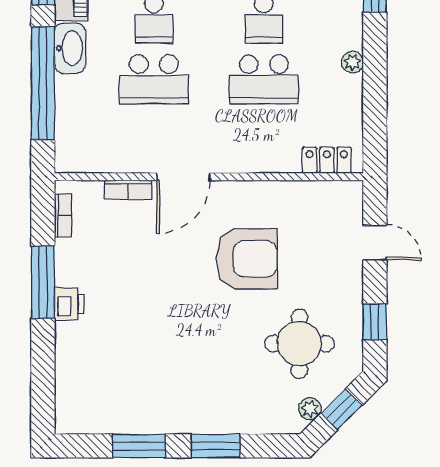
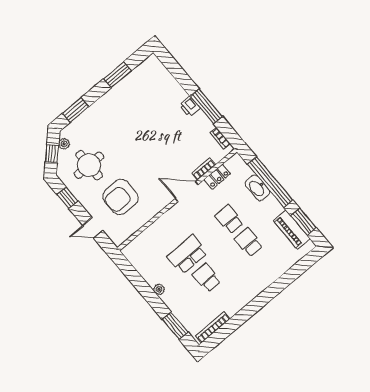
washbasin: (70, 48) -> (257, 188), moved
school desk: (154, 79) -> (229, 219), width x0.54
locker: (327, 160) -> (217, 177), moved
door: (183, 177) -> (187, 192), hinge flipped
armchair: (247, 259) -> (121, 197), moved
window: (216, 446) -> (76, 110), moved

